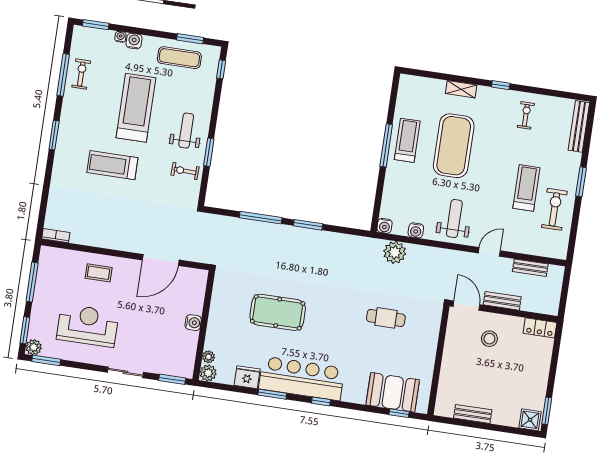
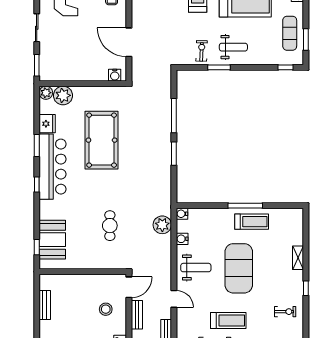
exercise mat: (454, 146) -> (239, 268), moved, turned 90
pool table: (278, 312) -> (102, 140), width x1.36, depth x1.32
water cooler: (193, 323) -> (115, 75), moved
plant: (208, 357) -> (63, 95), width x1.88, depth x1.88

